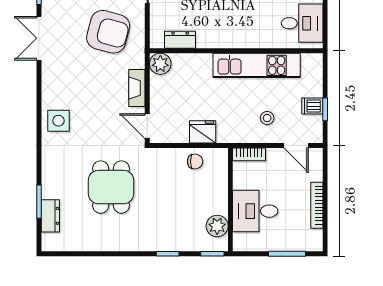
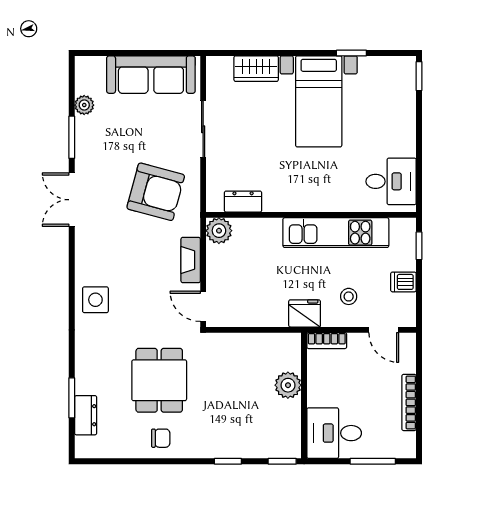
window: (325, 109) -> (419, 246), moved
fridge: (203, 132) -> (305, 313), moved
chair: (195, 161) -> (161, 438), moved
desk: (255, 211) -> (334, 433), moved
plant: (217, 226) -> (288, 385), moved

